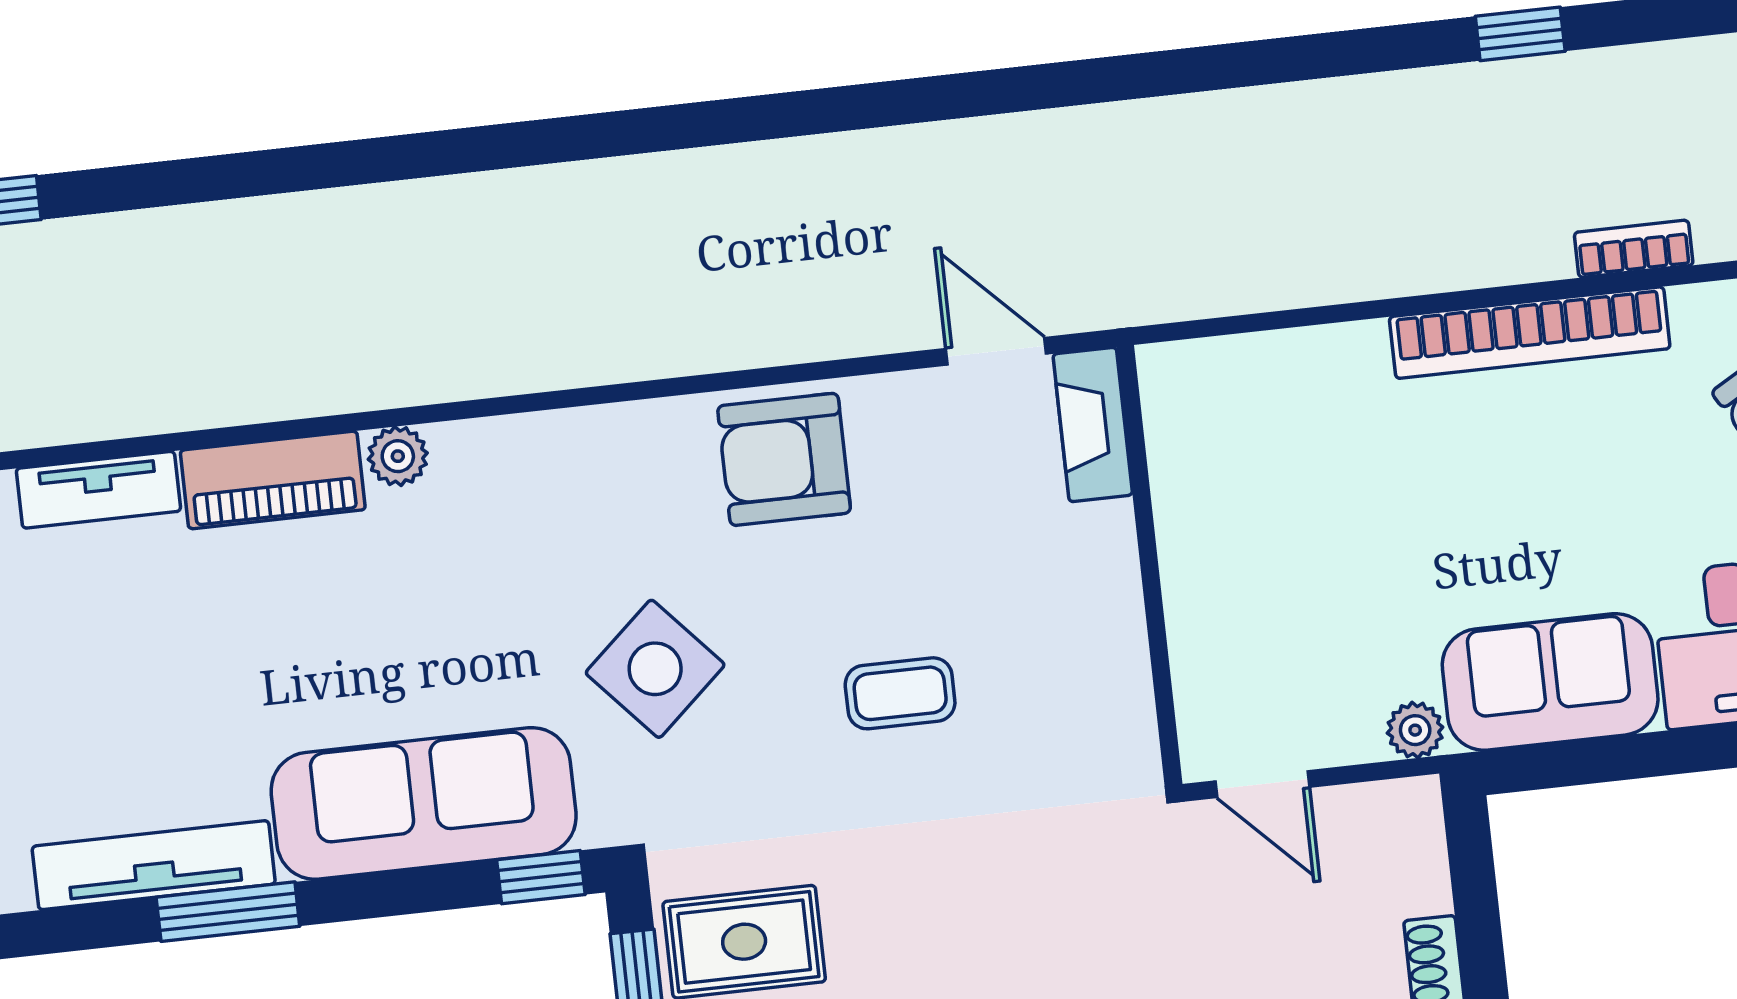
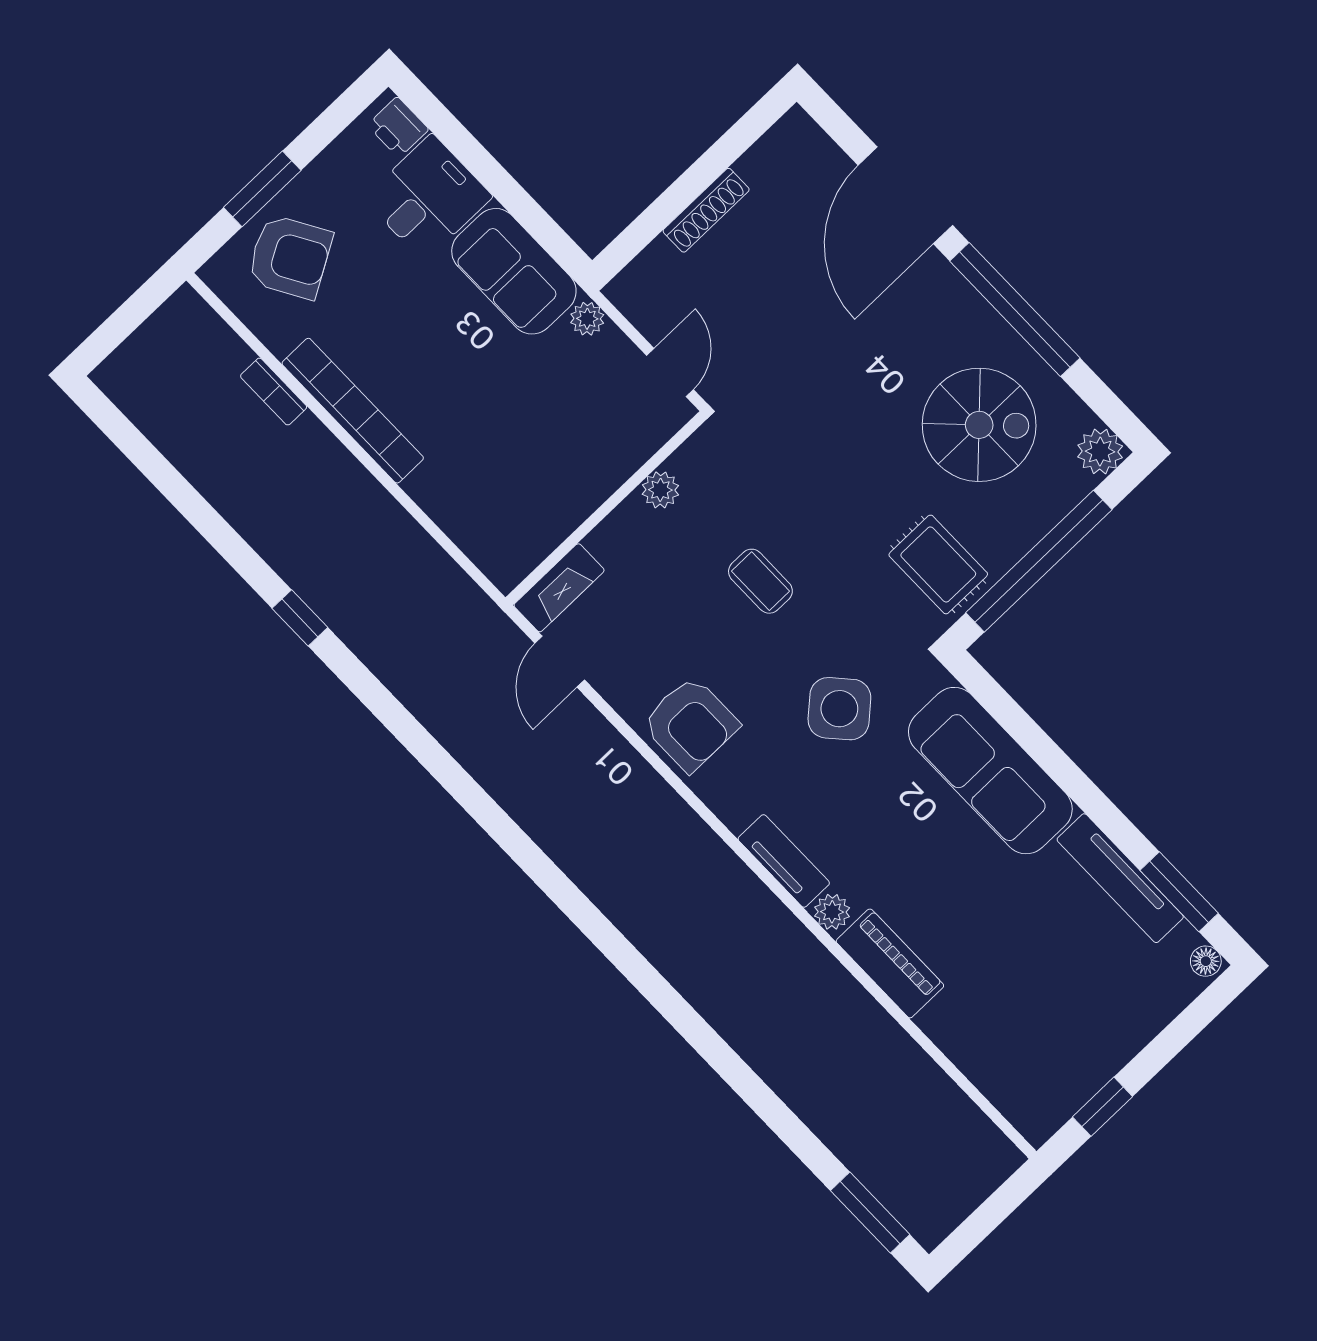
window: (1520, 34) -> (300, 618), moved
tv unit: (98, 490) -> (784, 861), moved
plant: (1119, 654) -> (660, 490), added
window: (541, 877) -> (982, 687), removed
window: (228, 912) -> (1179, 892), moved

